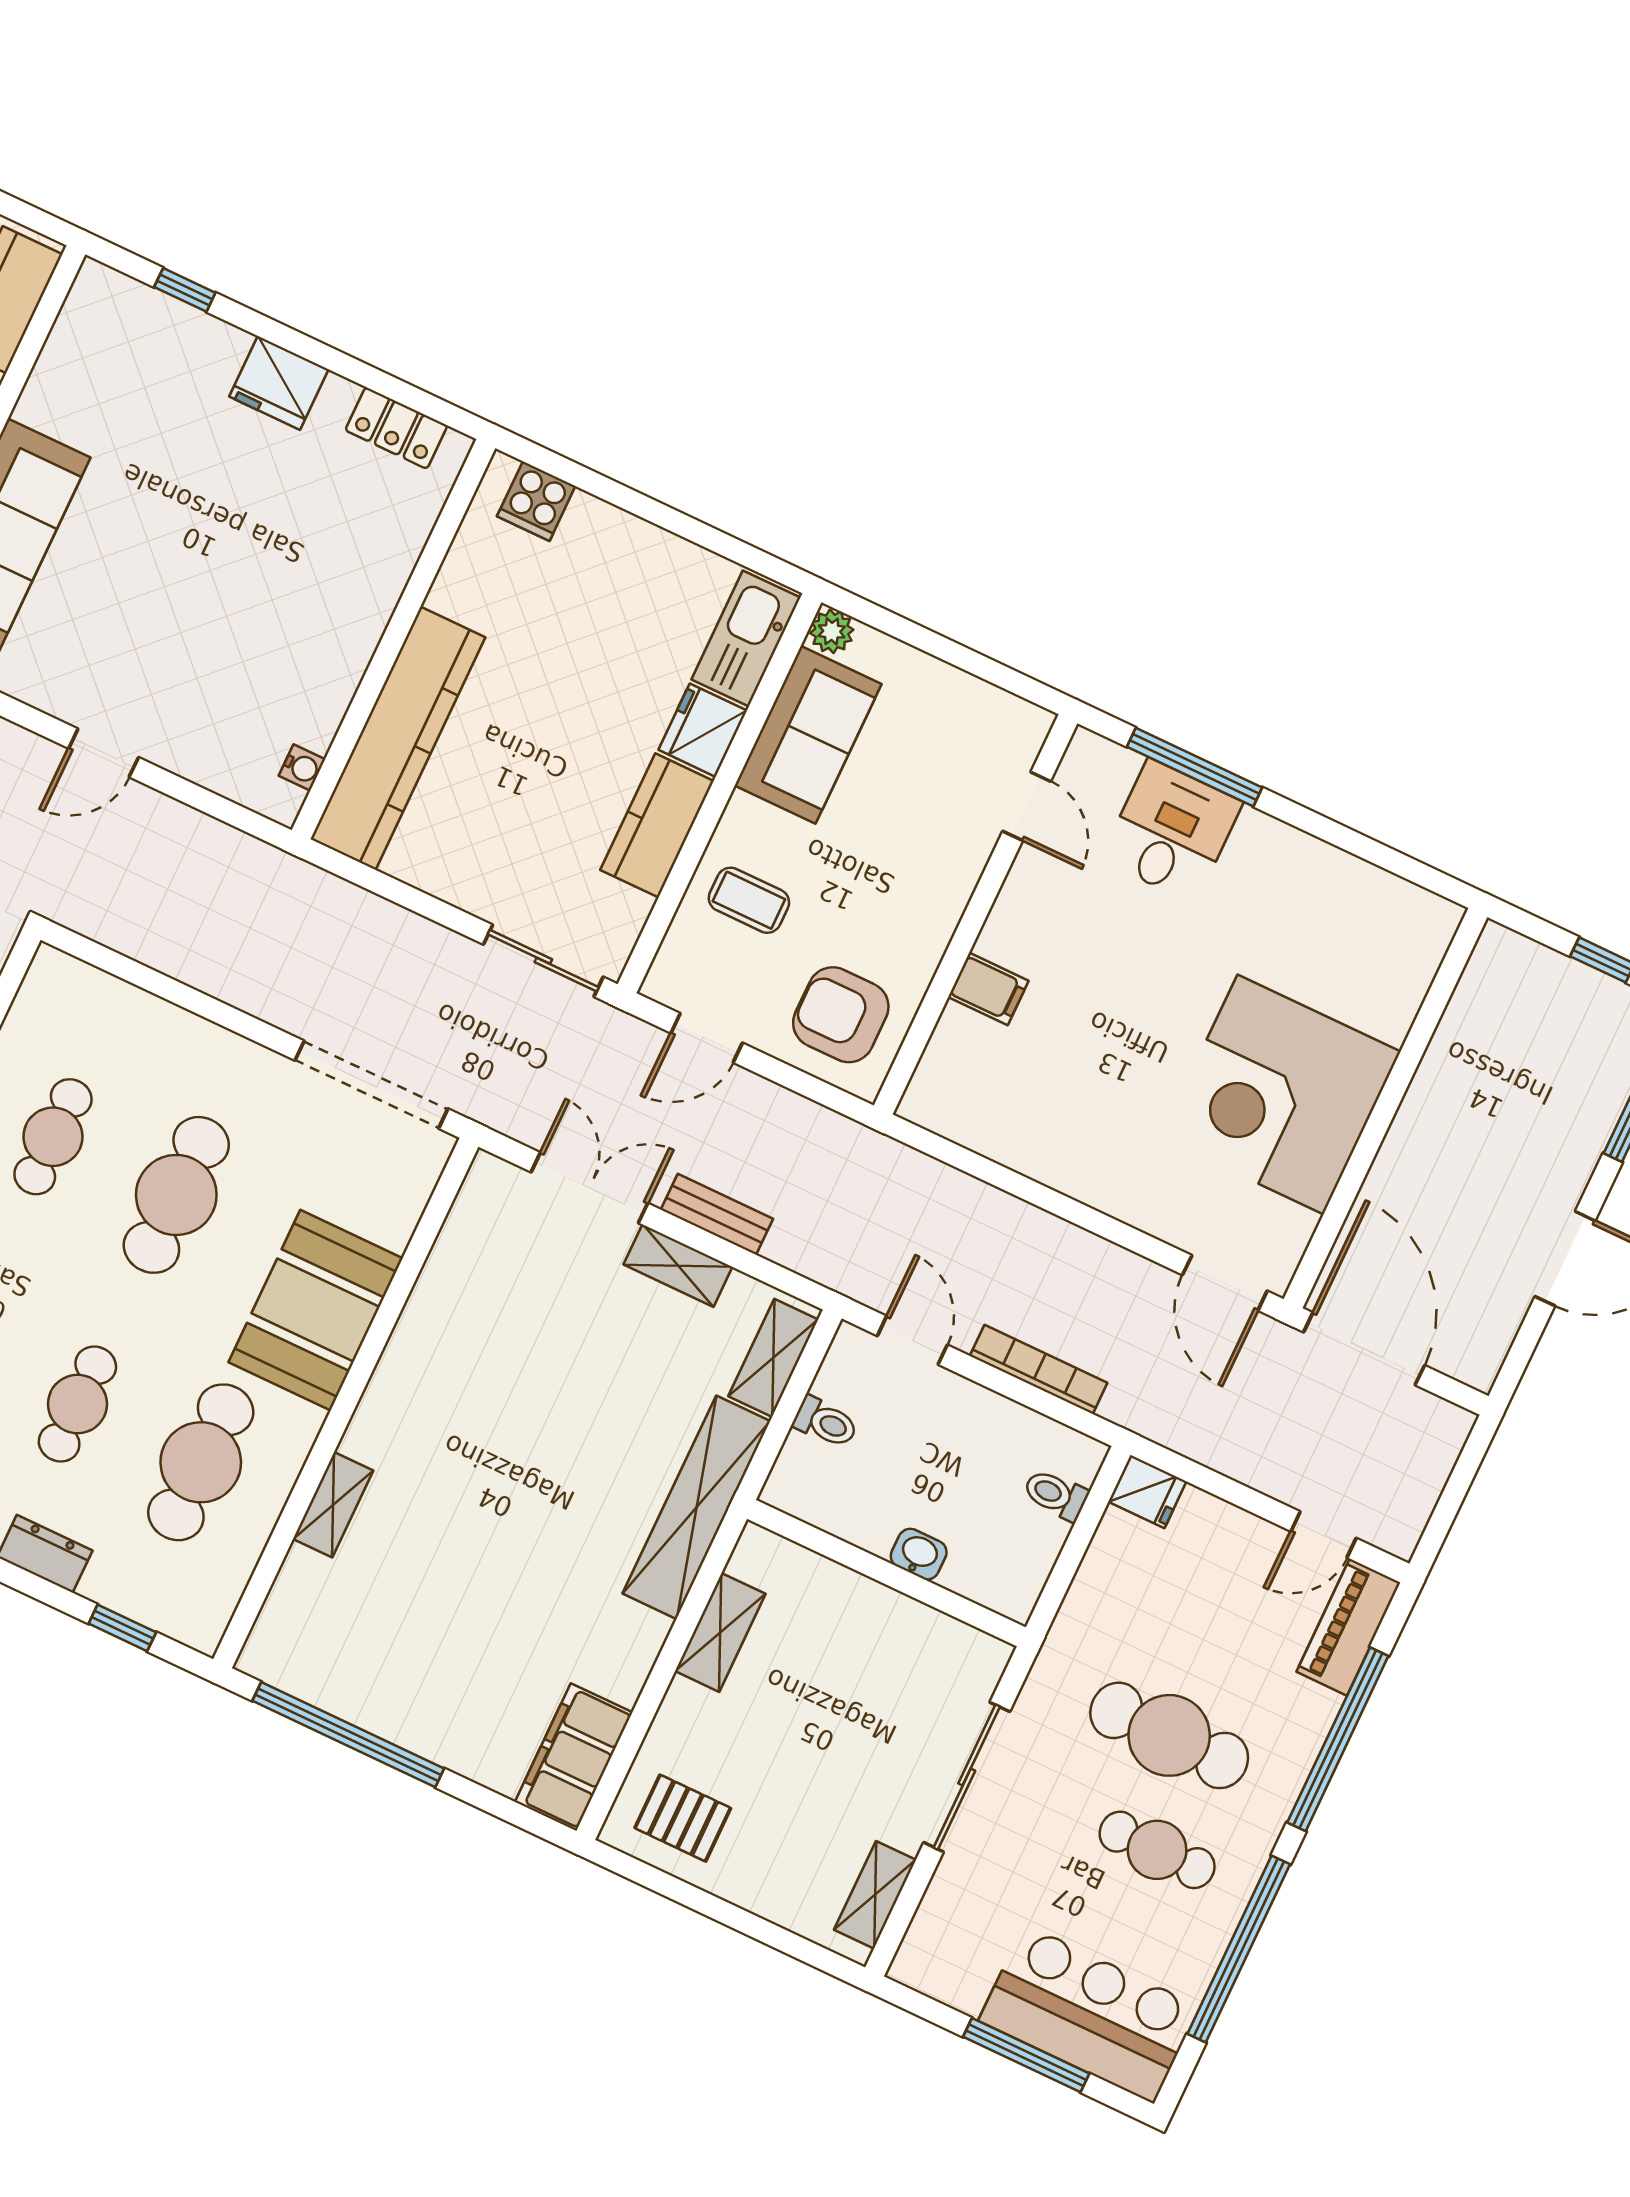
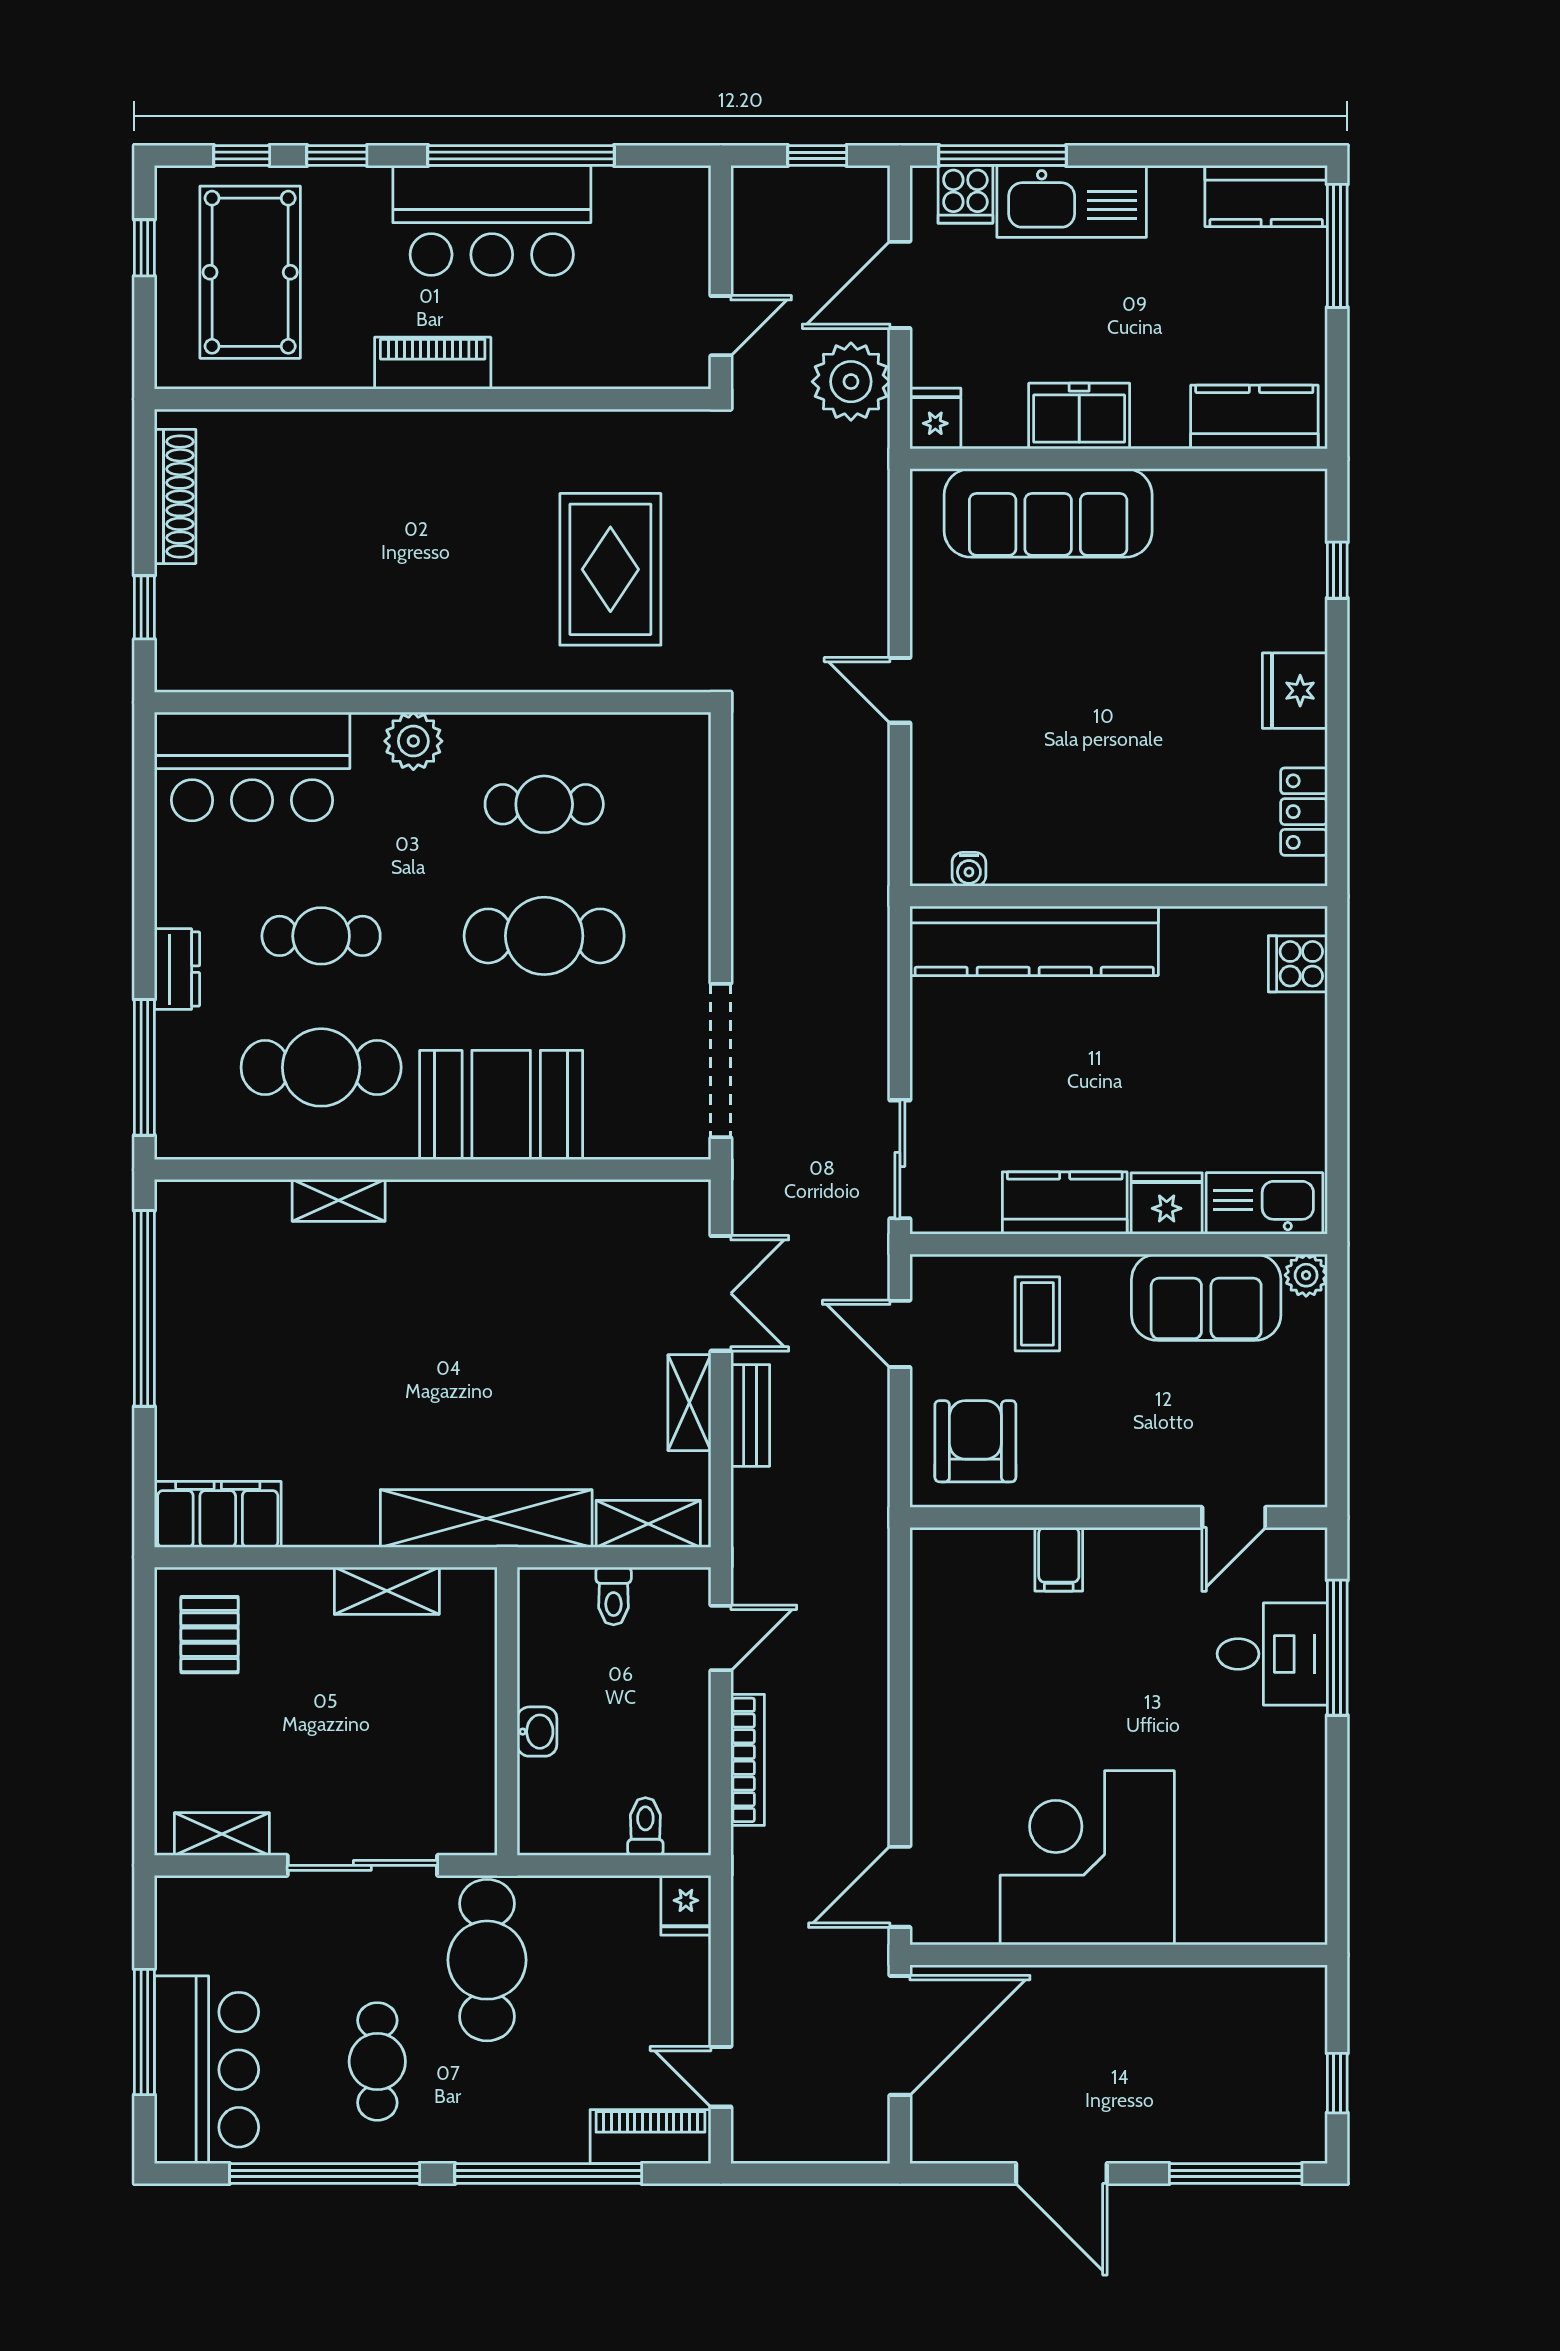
window: (122, 1628) -> (144, 1067), width x2.17
cafe table: (1169, 1735) -> (487, 1960), moved

